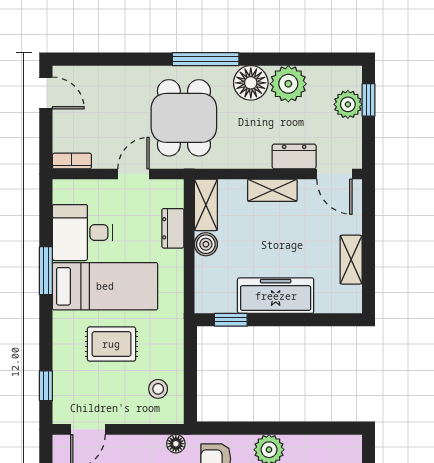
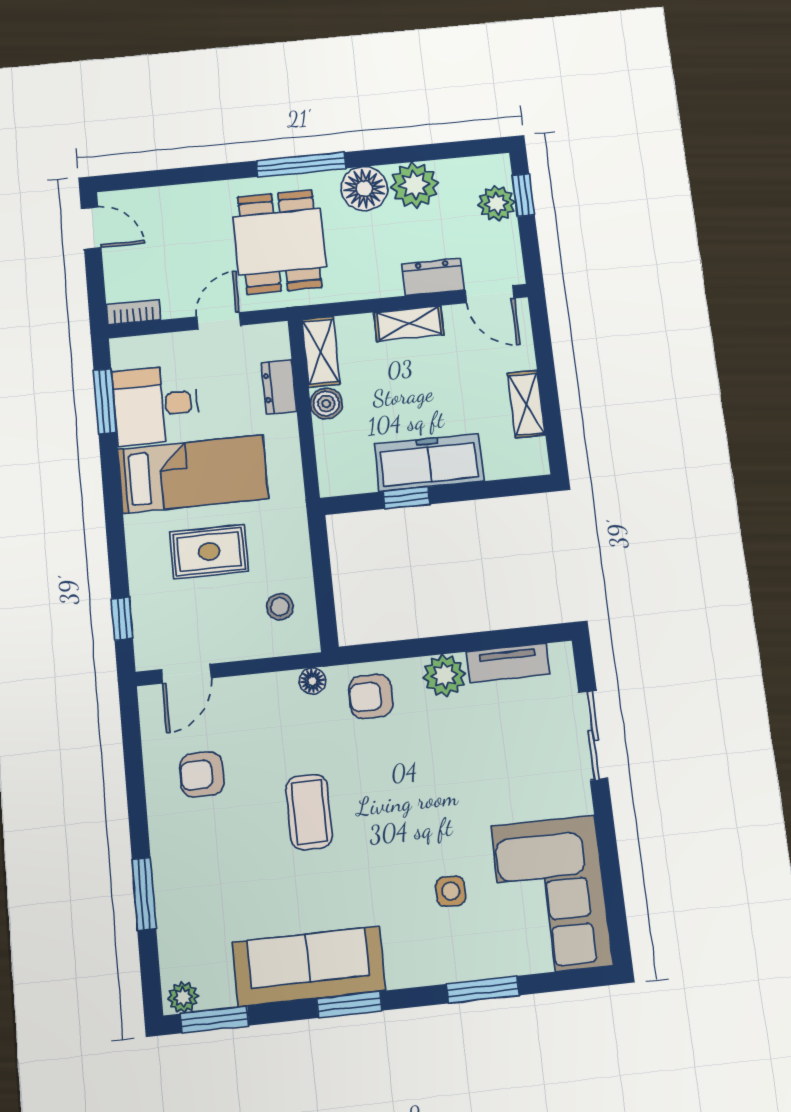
window: (46, 271) -> (105, 401), moved
window: (231, 320) -> (406, 498), moved
tv unit: (315, 446) -> (508, 663), added

